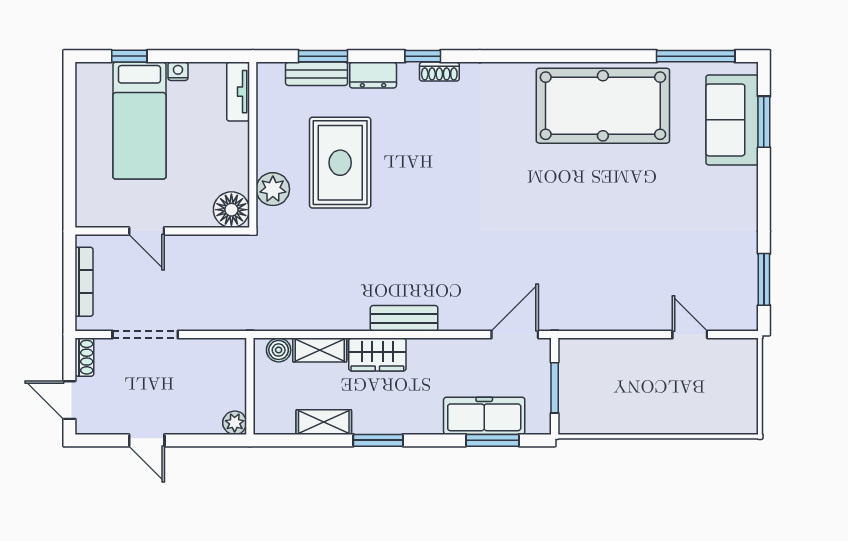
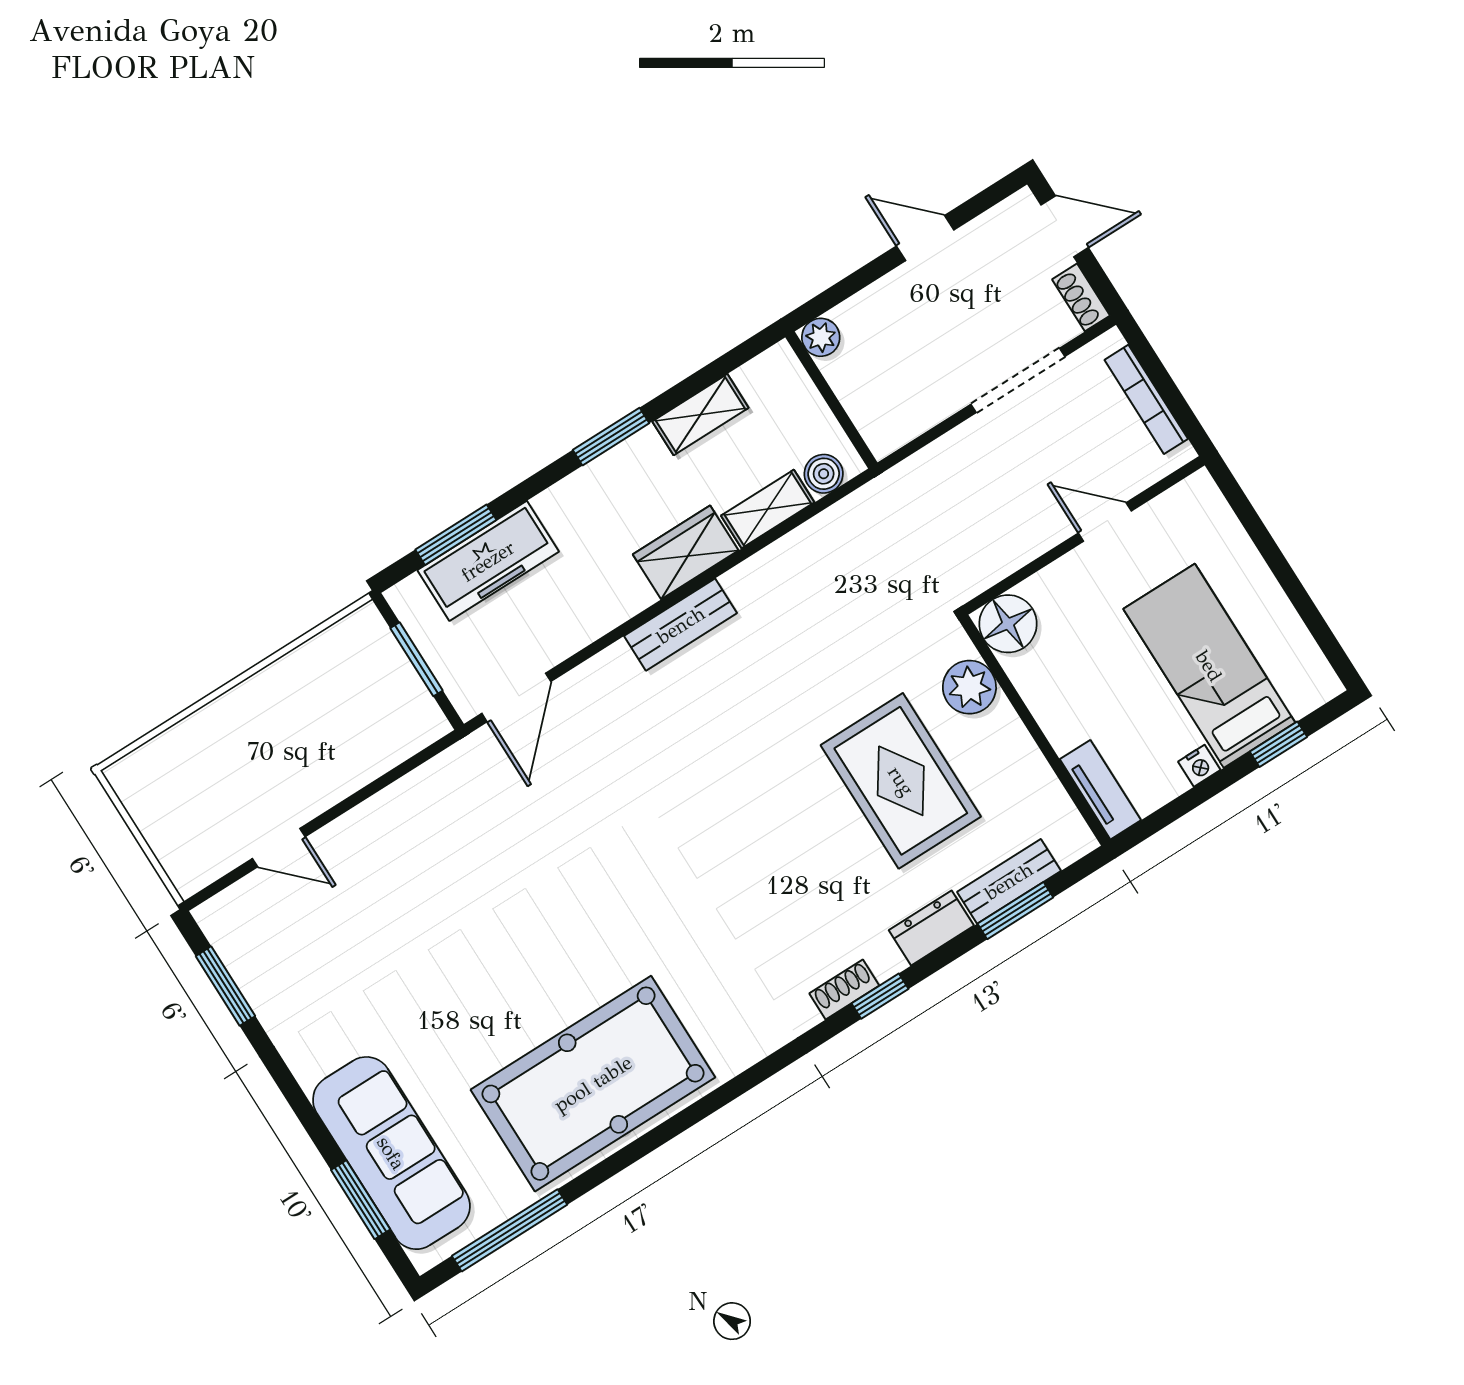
sofa: (732, 120) -> (391, 1153), width x1.36

